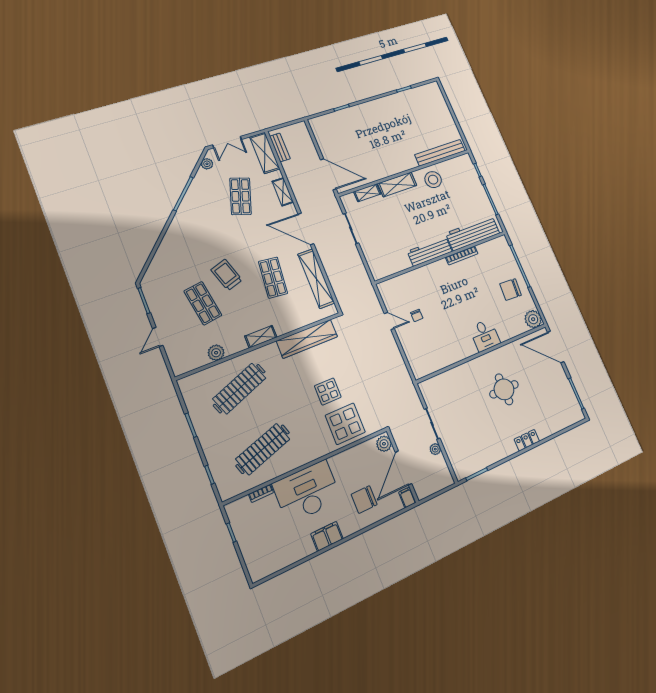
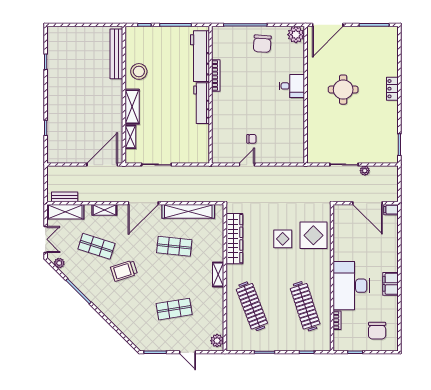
trolley: (227, 275) -> (124, 271), moved
plant: (216, 353) -> (217, 341), moved
plant: (384, 444) -> (342, 211), removed
chair: (364, 499) -> (377, 331), moved

